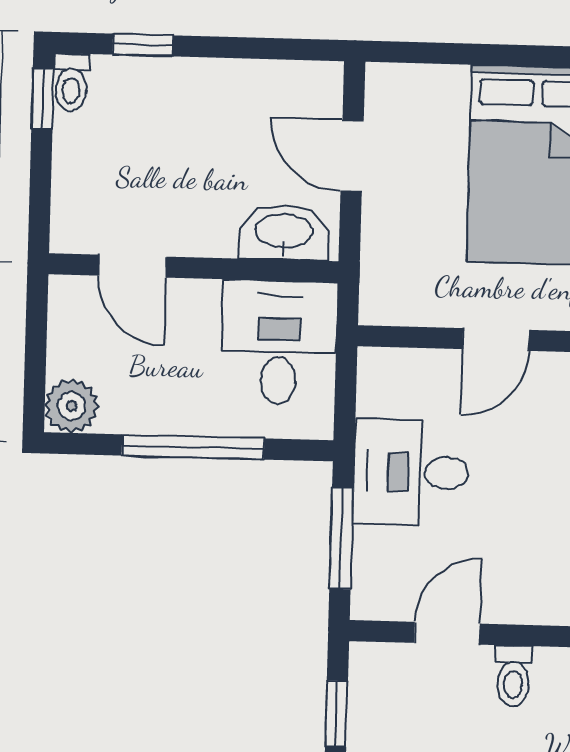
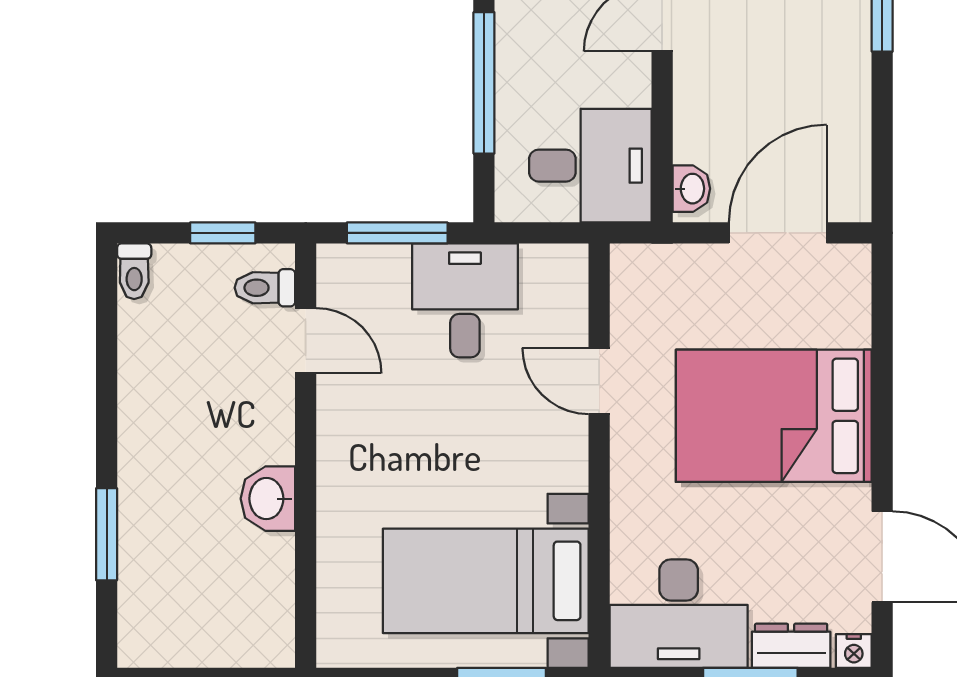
door: (352, 156) -> (778, 233), width x1.38
washbasin: (284, 233) -> (691, 189), width x0.52, depth x0.69
toilet: (513, 676) -> (265, 288), moved

